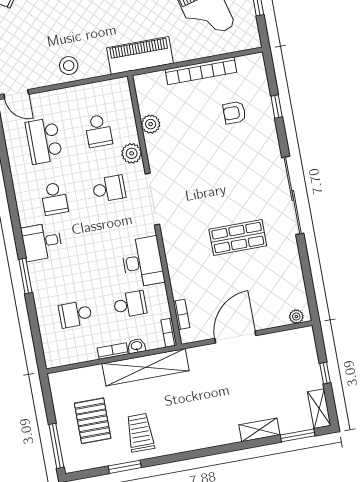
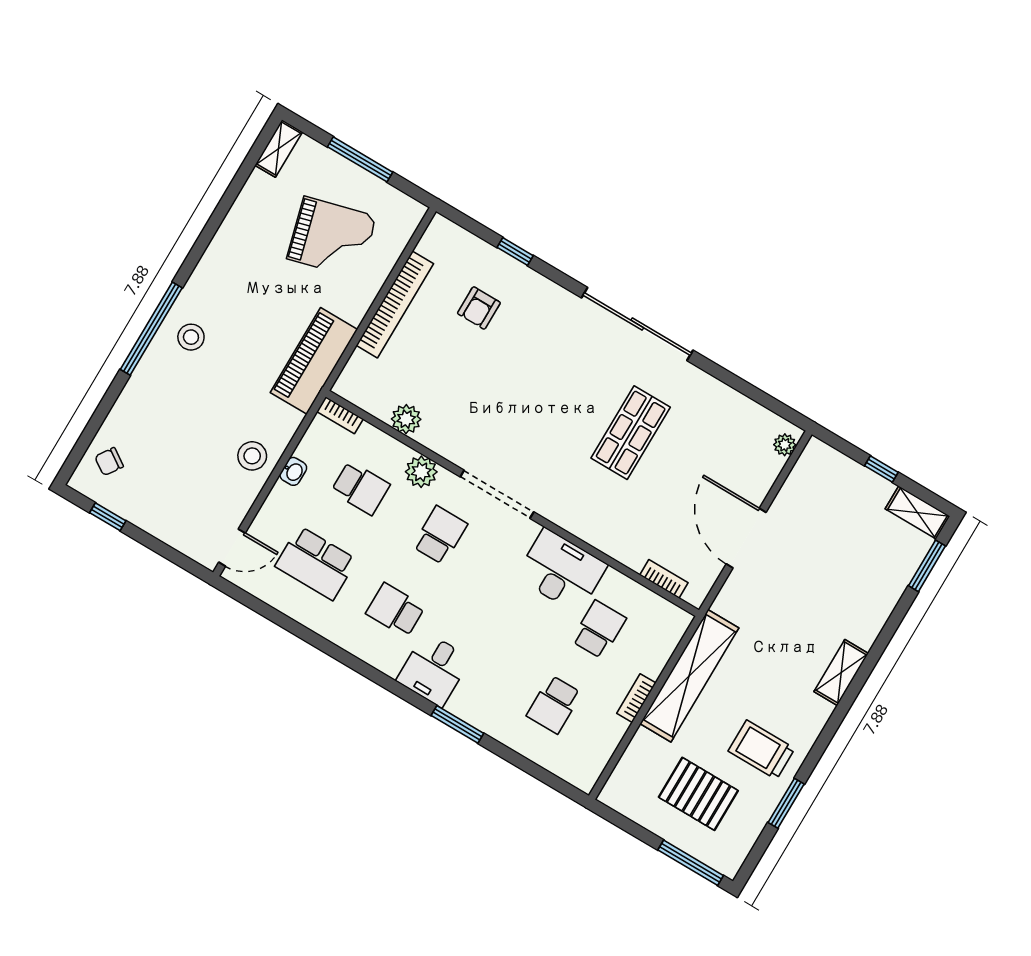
school desk: (54, 199) -> (395, 610), turned 180
bookcase: (169, 333) -> (340, 415), moved
washbasin: (137, 346) -> (293, 471), moved, turned 180
shelving: (259, 430) -> (841, 672), moved

